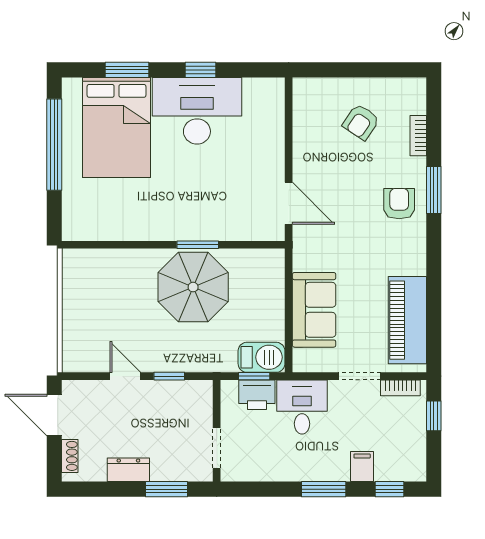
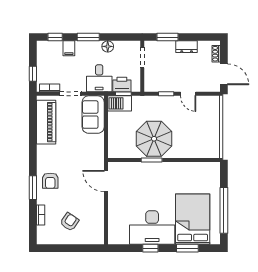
sofa: (314, 310) -> (93, 115), moved
floor lamp: (285, 470) -> (108, 46), added

